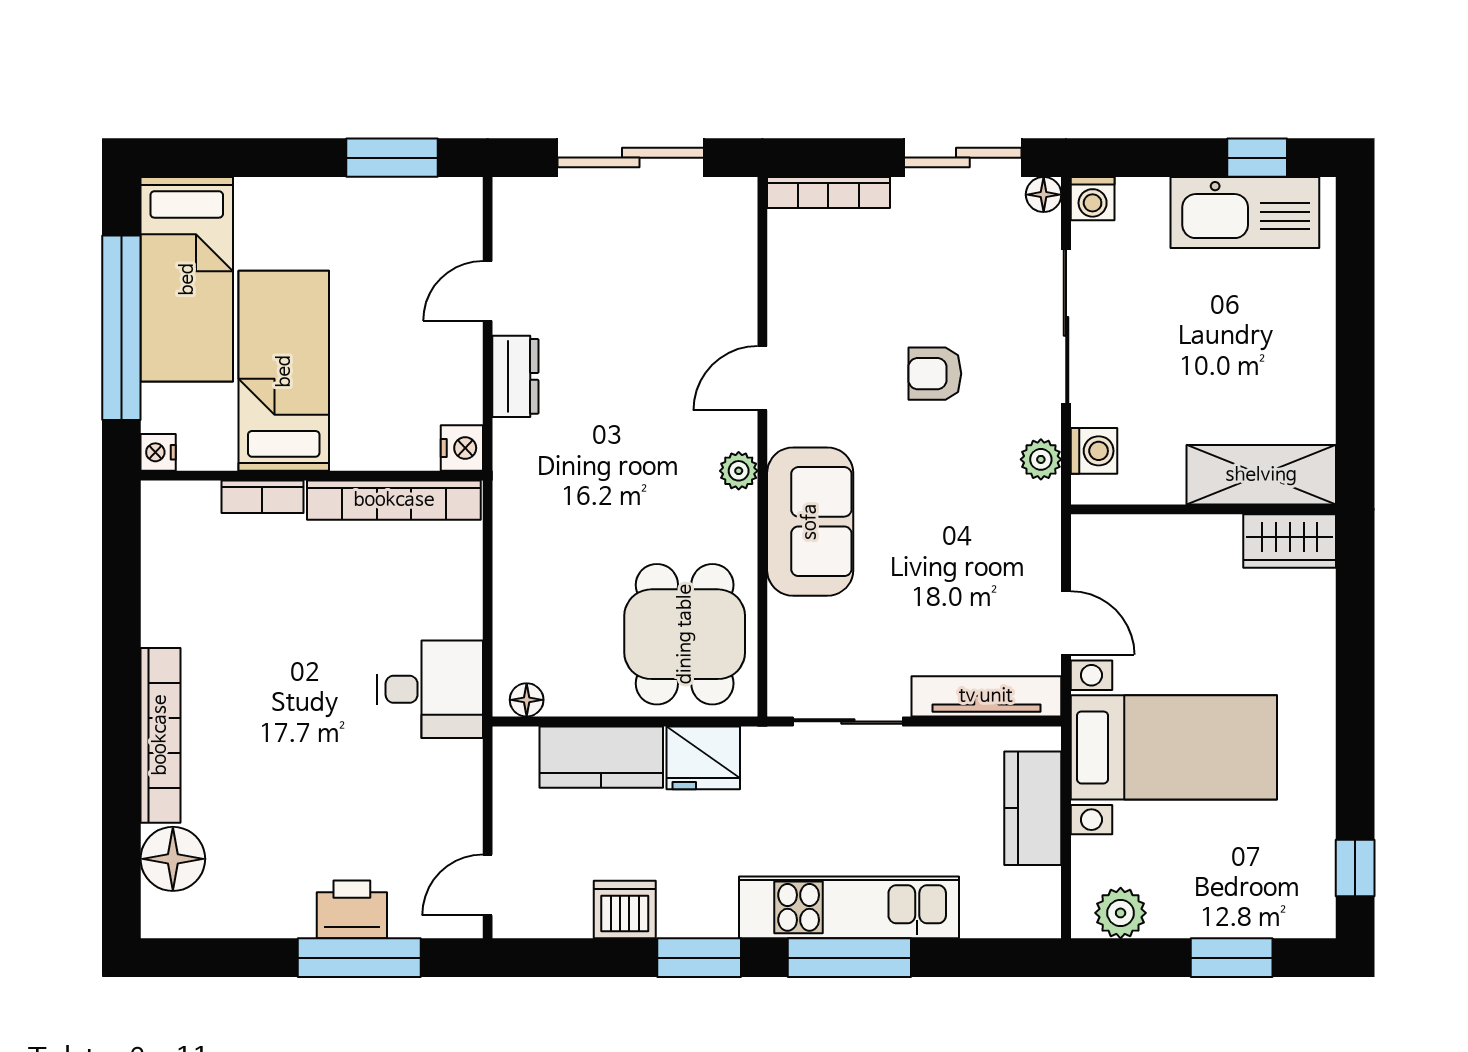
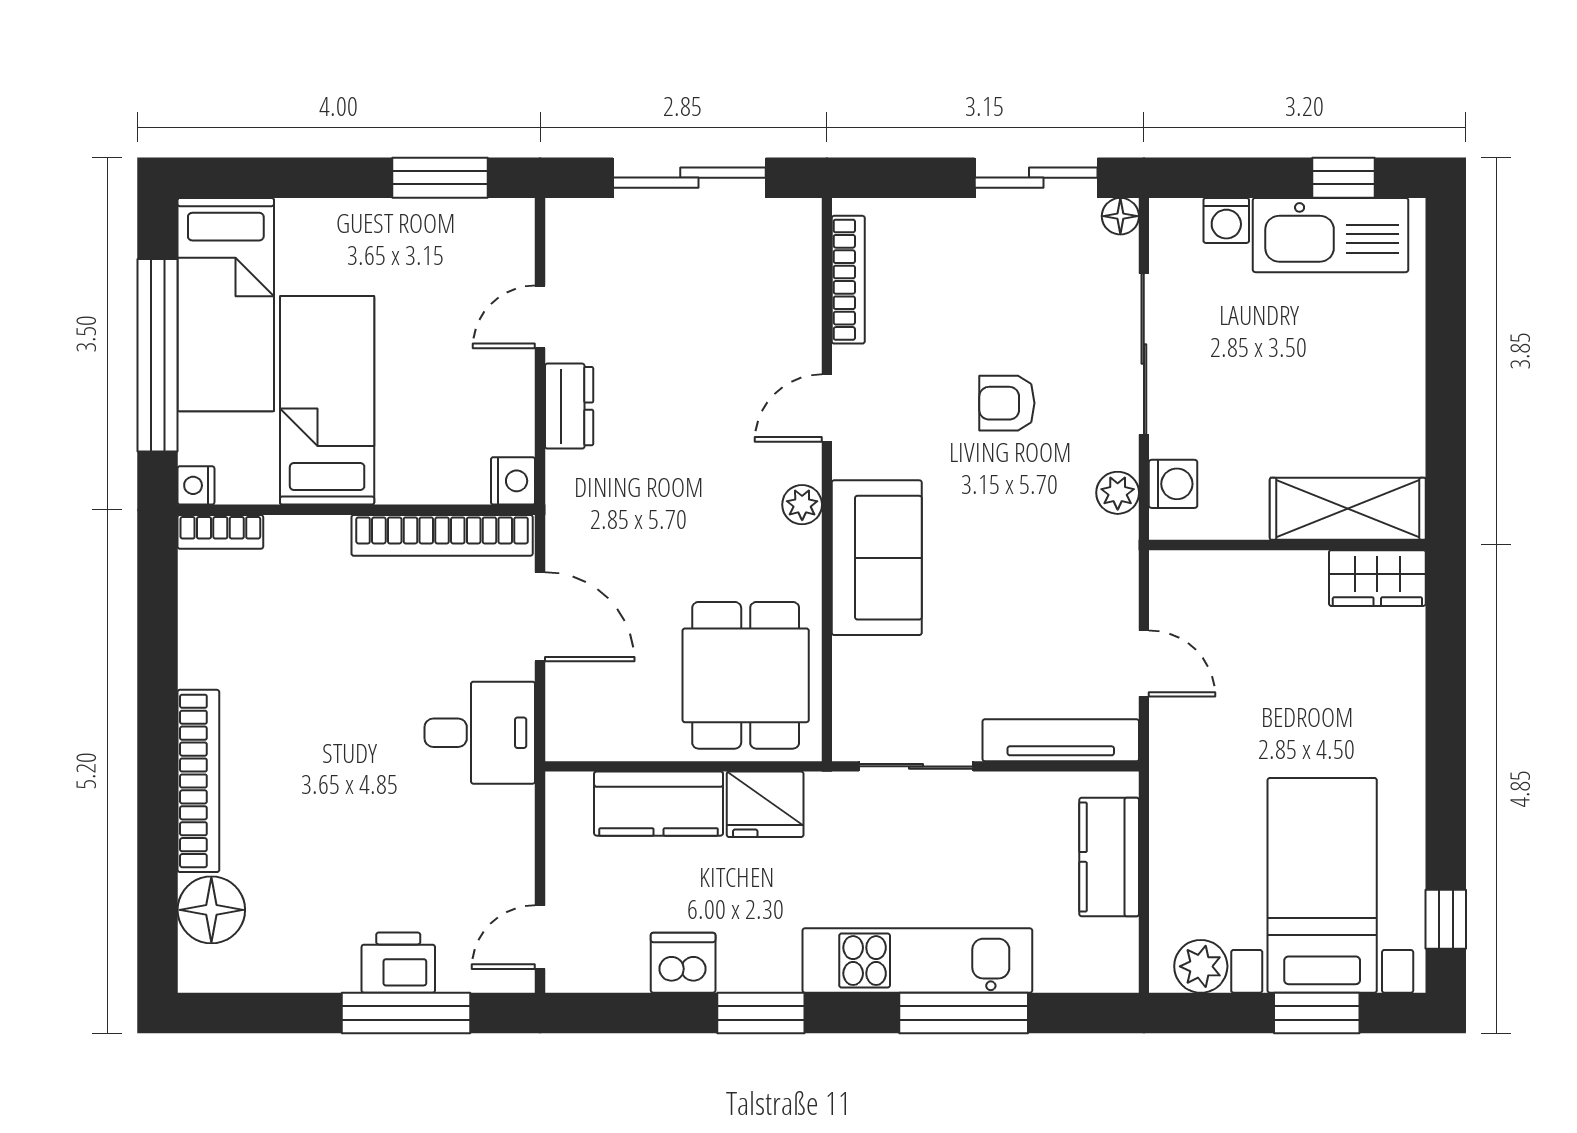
bookcase: (828, 193) -> (848, 280), moved, turned -90
washing machine: (1093, 199) -> (1226, 220), moved
bookcase: (262, 497) -> (220, 532), moved
door: (488, 578) -> (540, 617), added
floor lamp: (527, 700) -> (581, 744), removed
bed with nightstands: (1174, 747) -> (1322, 885), moved, turned -90
window: (849, 958) -> (964, 1013), moved

